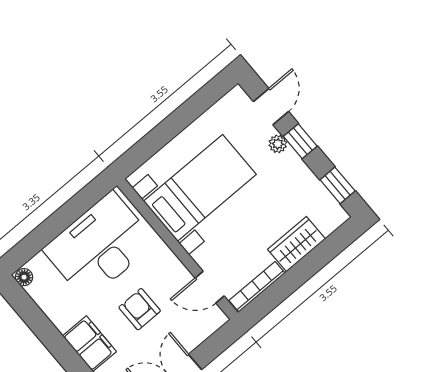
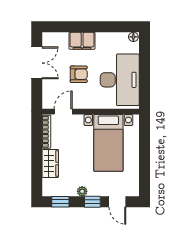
plant: (278, 144) -> (82, 191), moved

